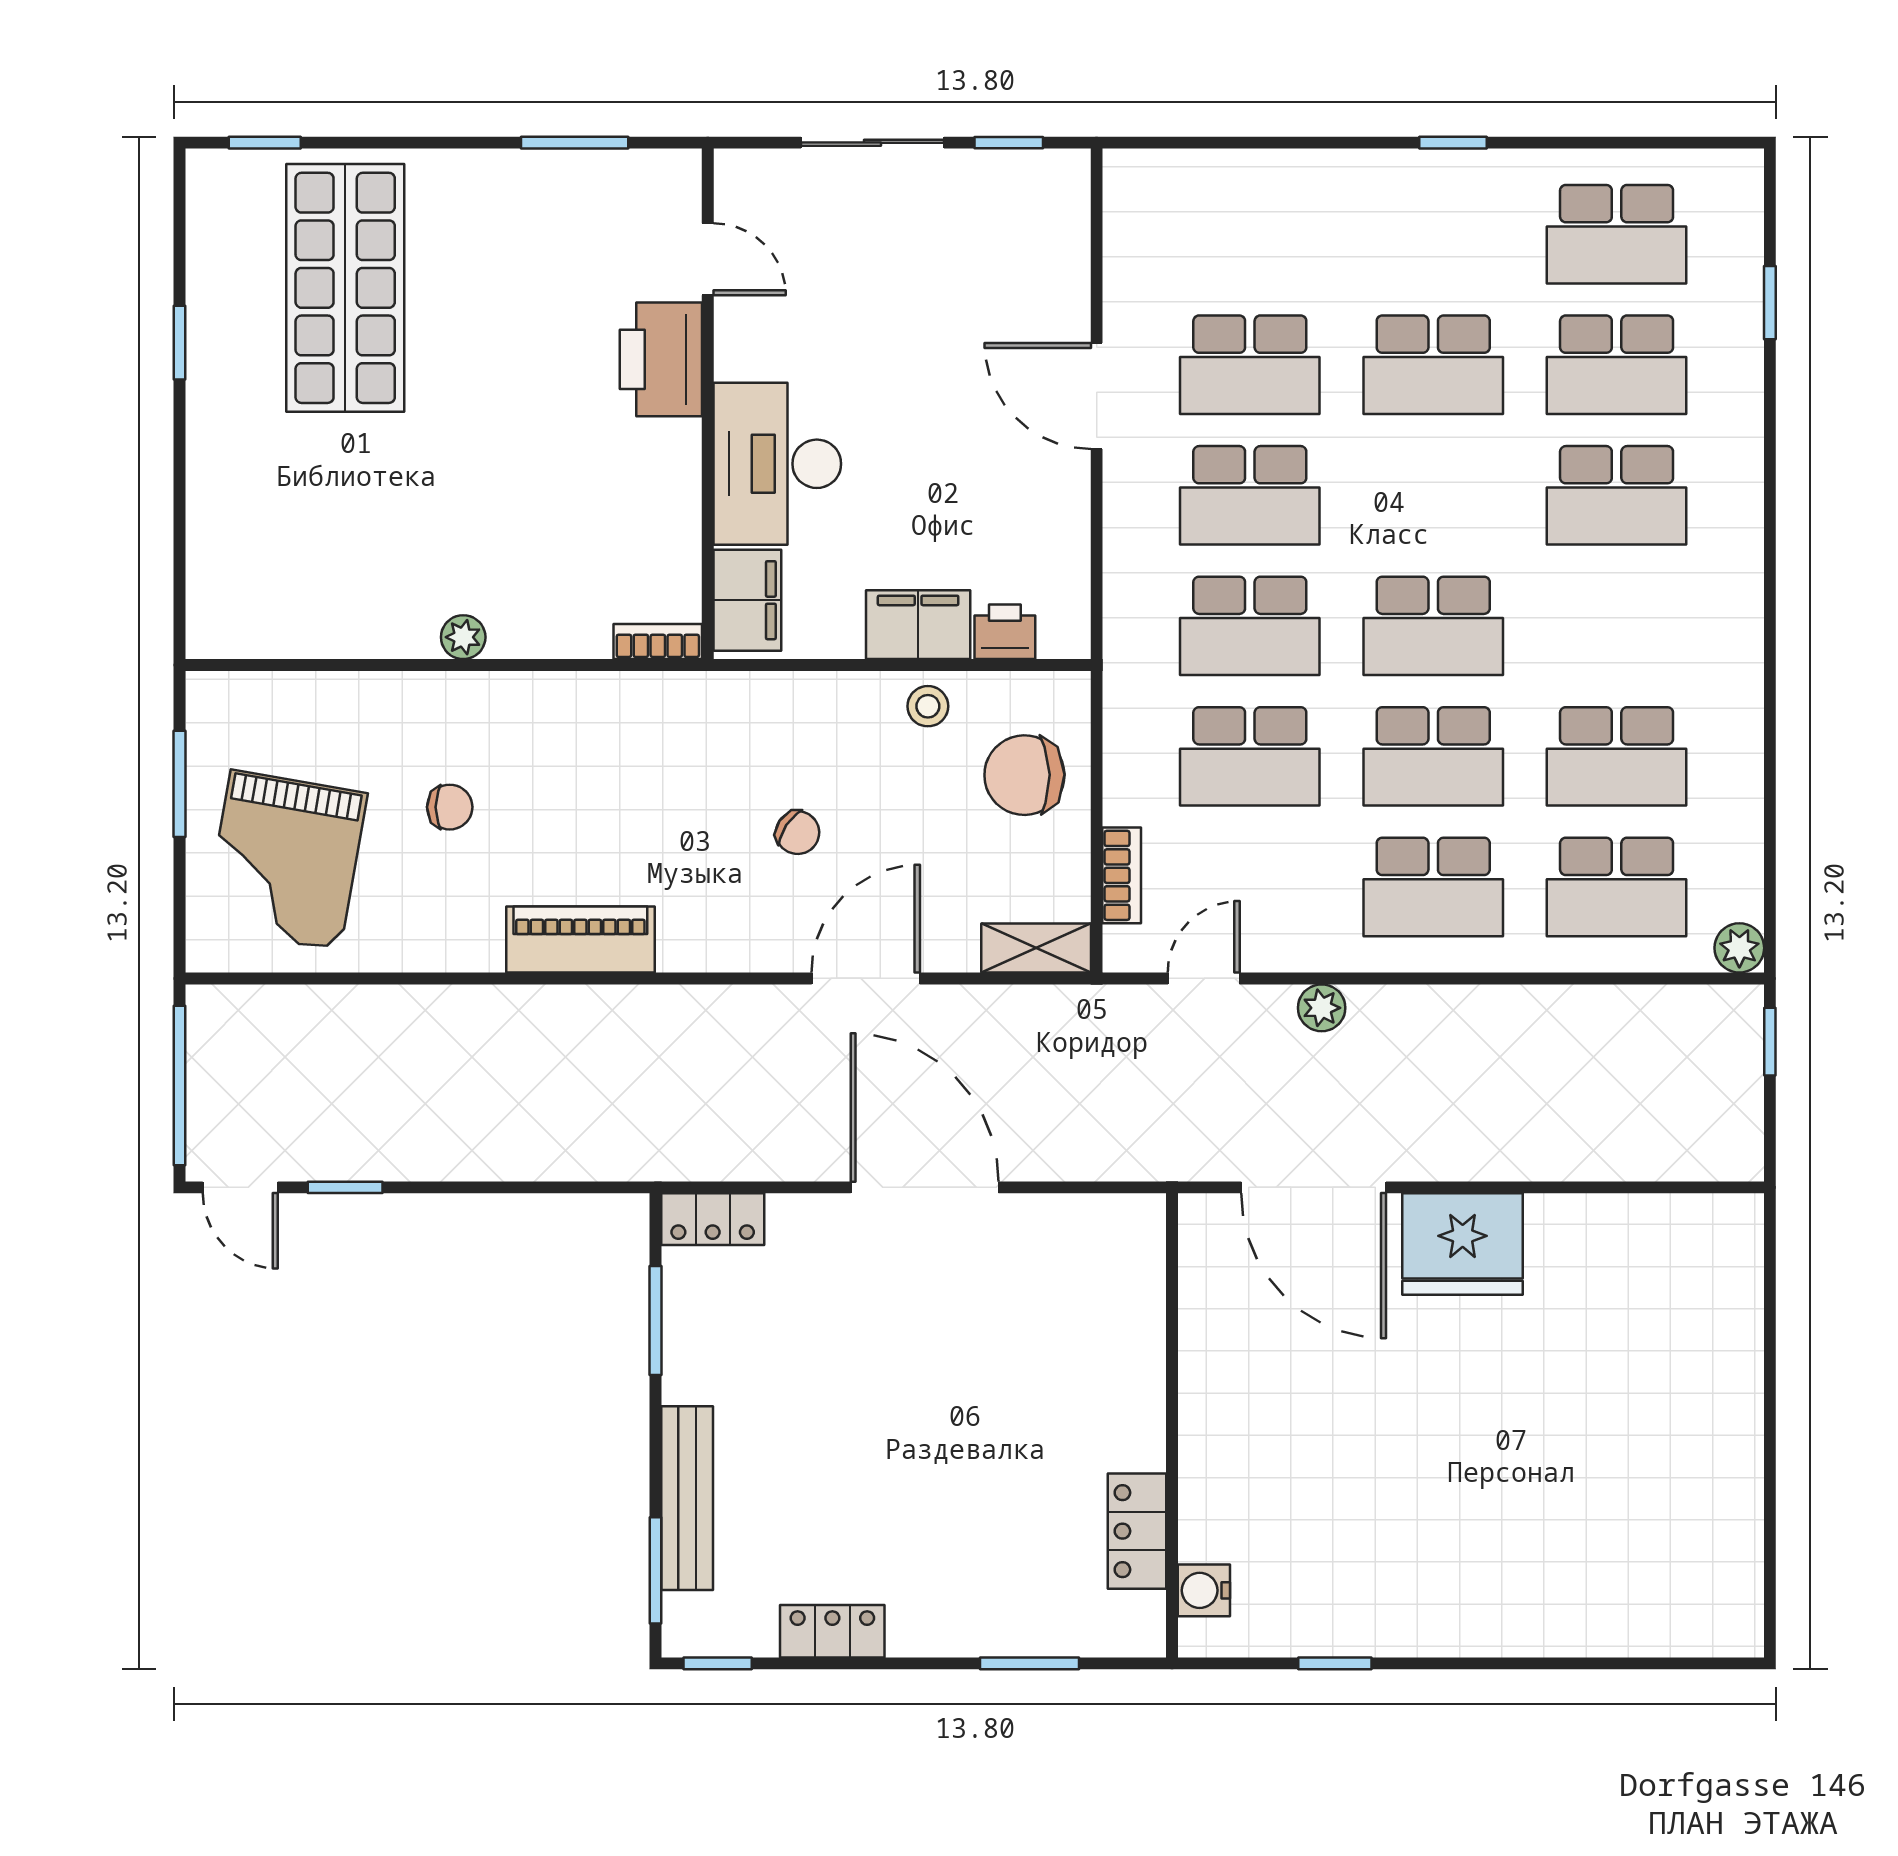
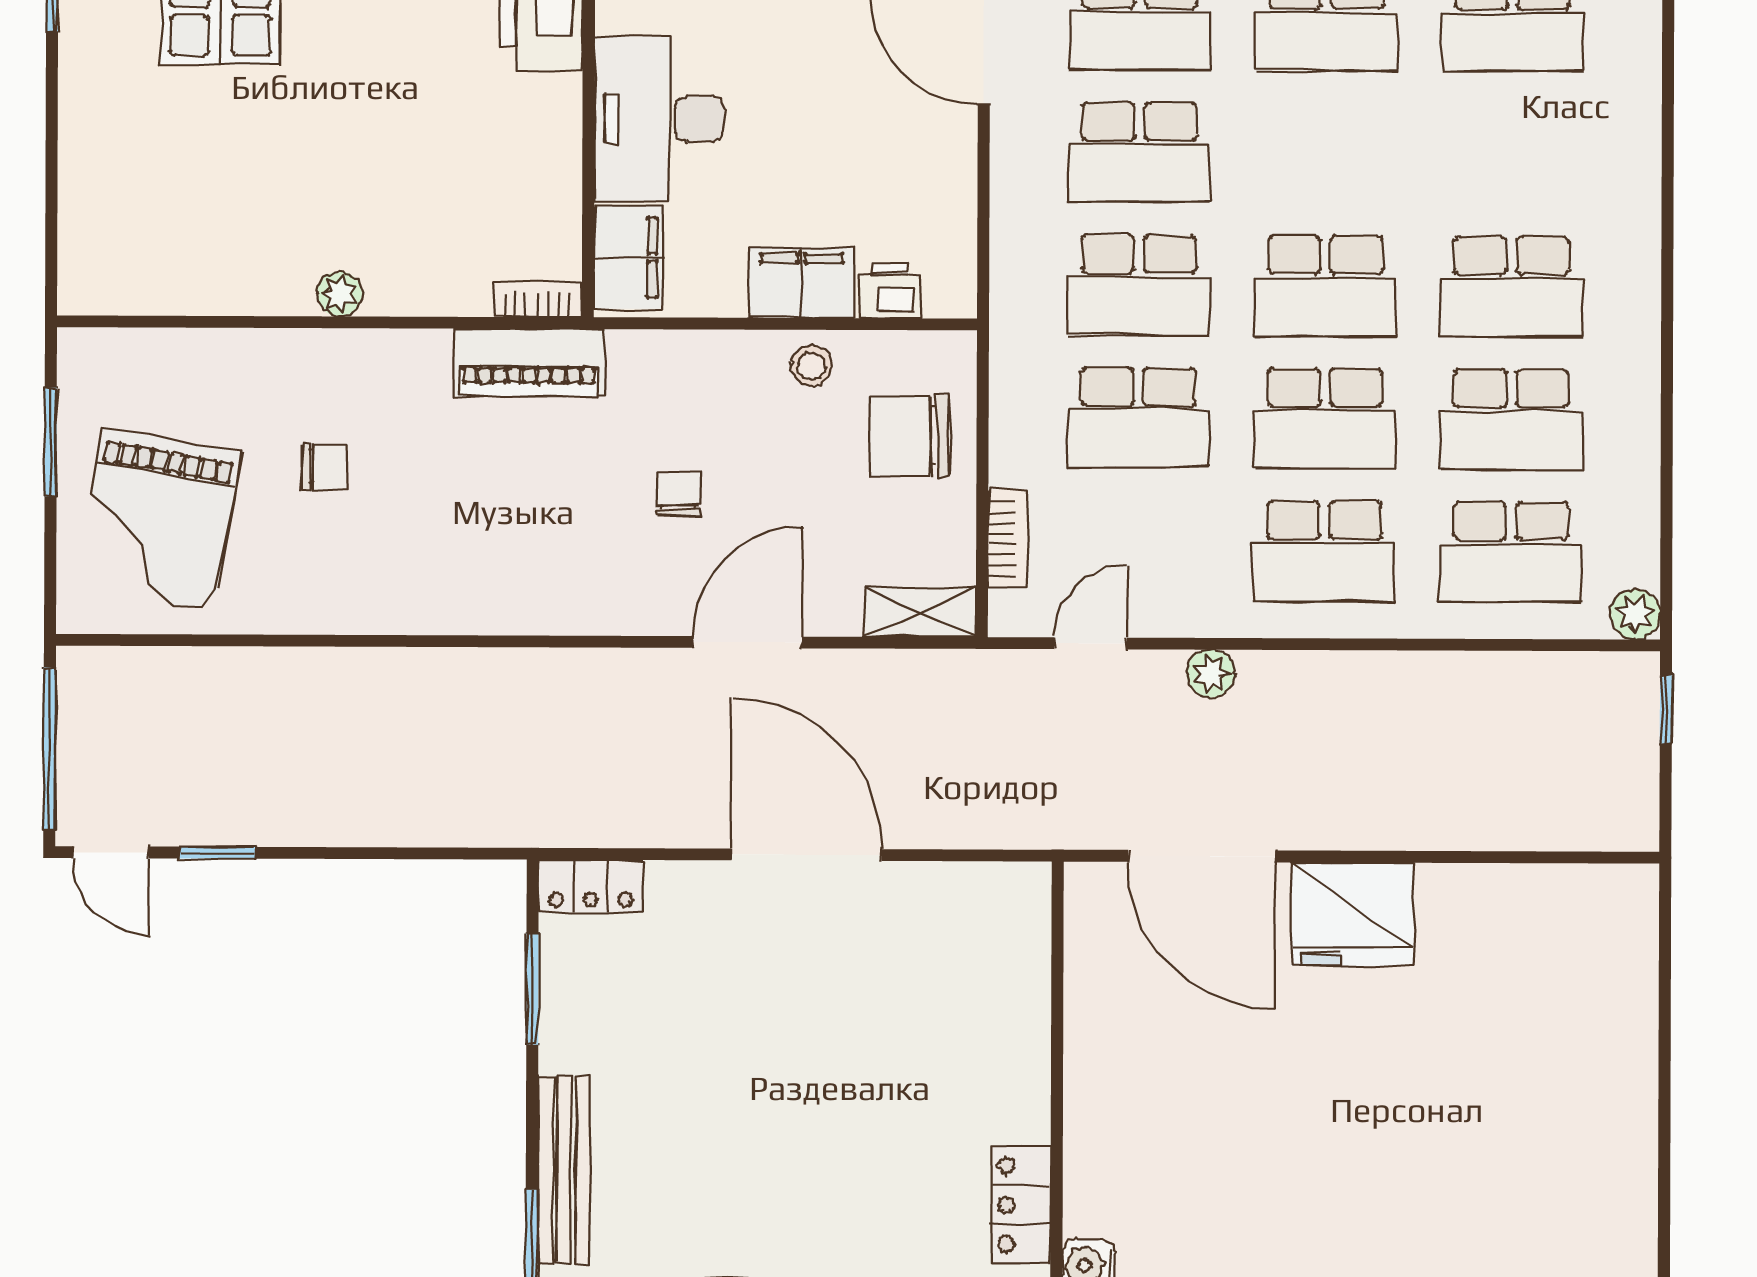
school desk: (1617, 495) -> (1512, 287), moved
chair: (798, 833) -> (679, 494), turned -124
piano: (580, 940) -> (529, 363), moved, turned 180

